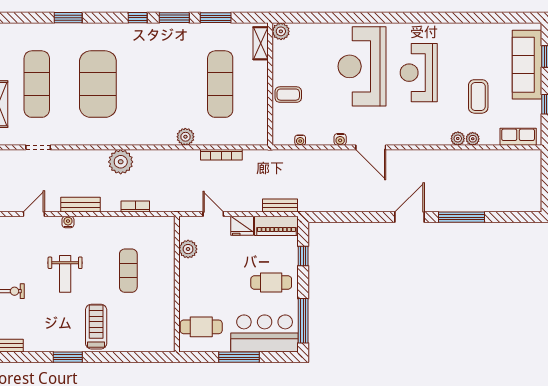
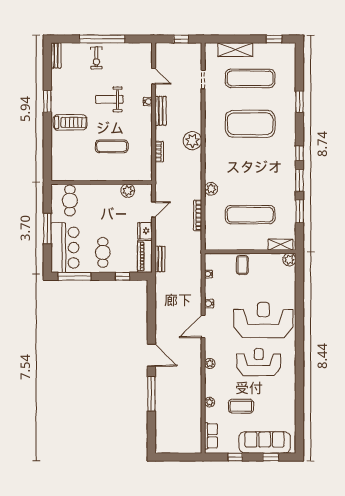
plant: (458, 139) -> (210, 363), moved

